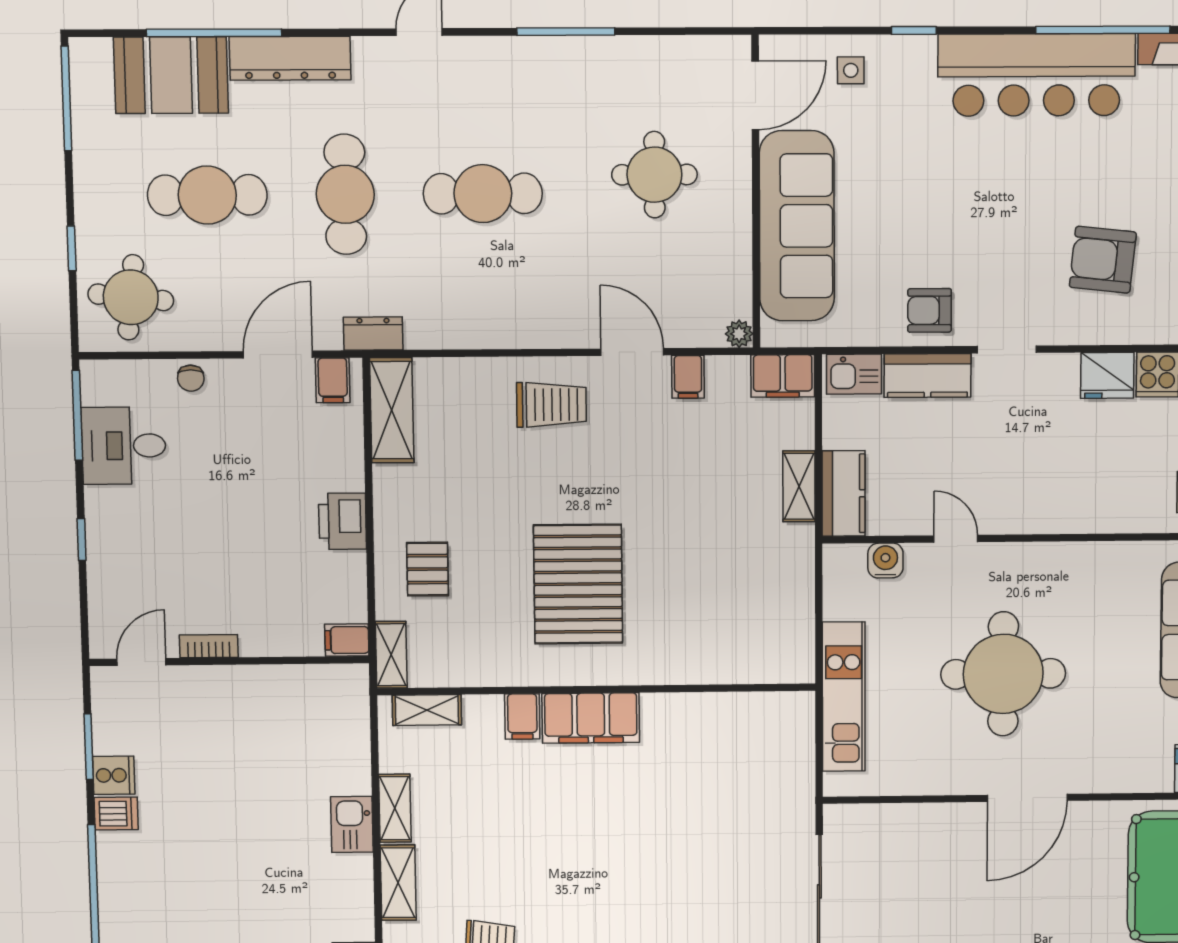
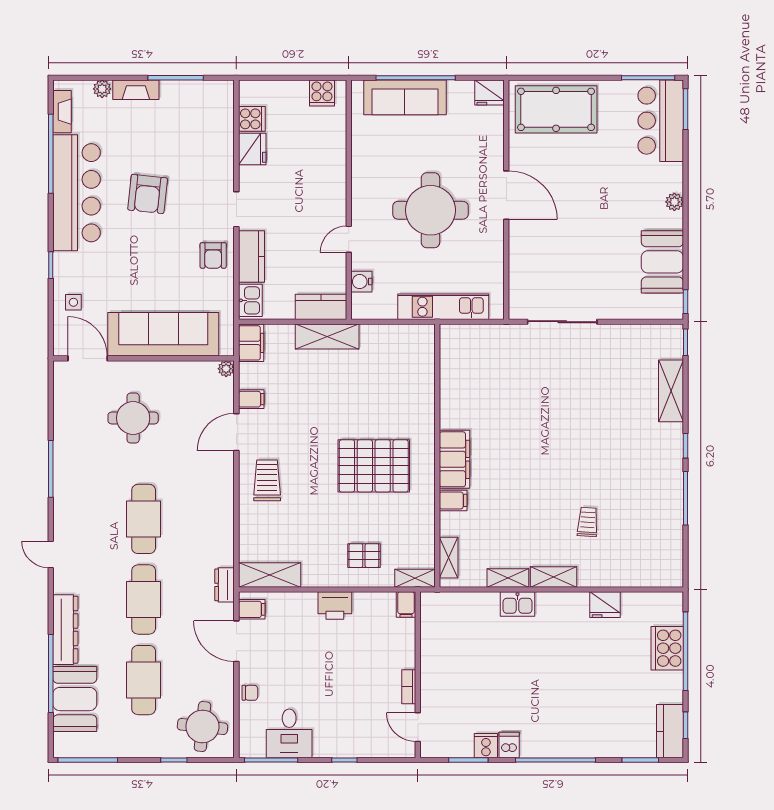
cafe table: (345, 194) -> (144, 599), turned 90
armchair: (1103, 260) -> (148, 194), moved
shelving: (799, 486) -> (327, 337), width x1.50, depth x1.33

